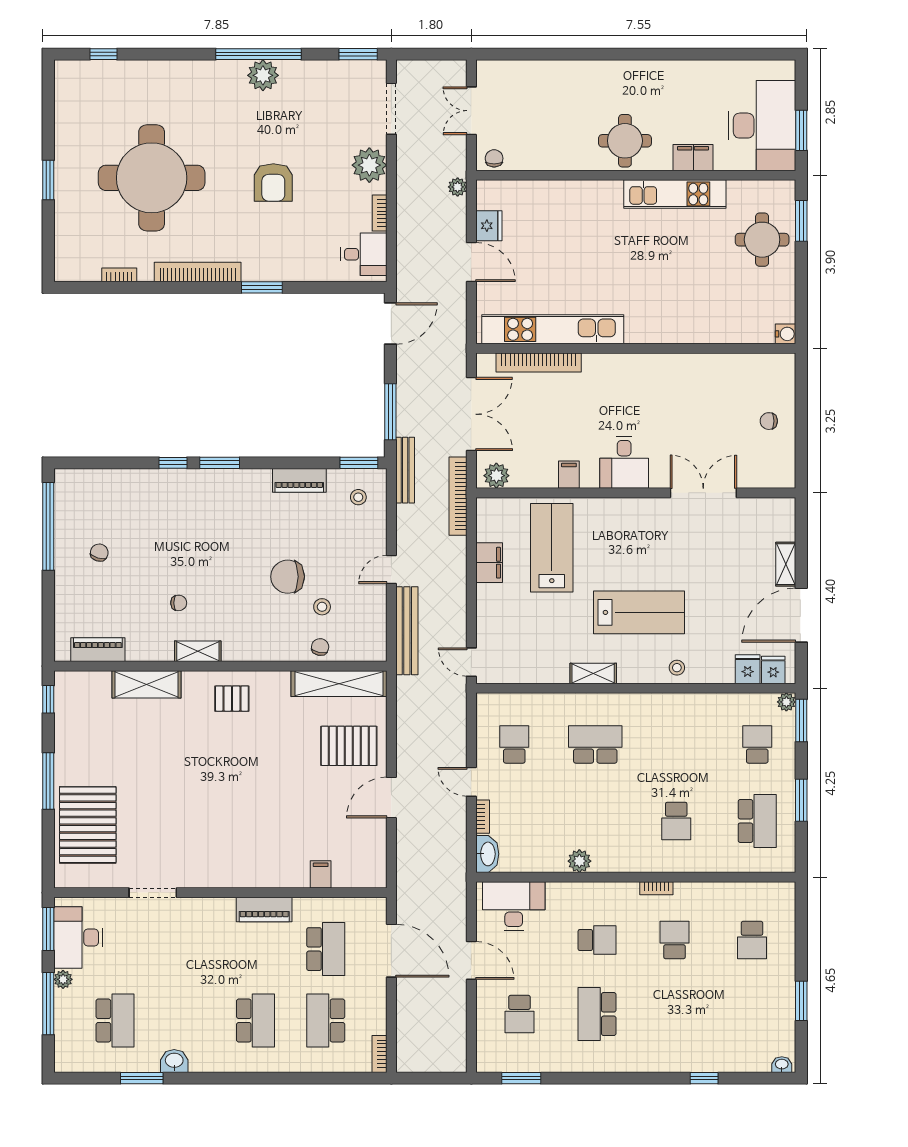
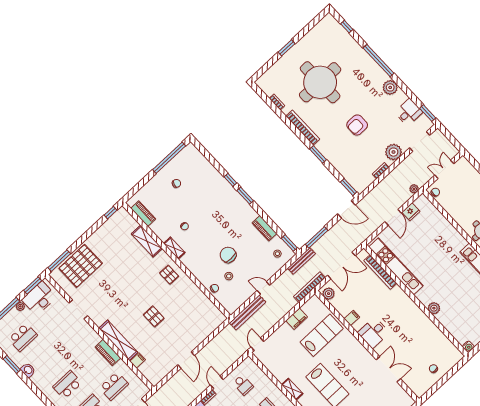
window: (258, 54) -> (378, 60), moved
desk: (364, 254) -> (409, 112), moved, turned -90
window: (358, 287) -> (349, 187), added
plant: (674, 331) -> (434, 308), added
shelving: (339, 684) -> (118, 340), moved
school desk: (514, 744) -> (243, 385), turned 90
pallet: (349, 746) -> (154, 316), moved, width x0.67, depth x0.71
window: (48, 781) -> (59, 261), moved
door: (391, 798) -> (186, 360), swing flipped
school desk: (256, 1021) -> (67, 385), turned 180

